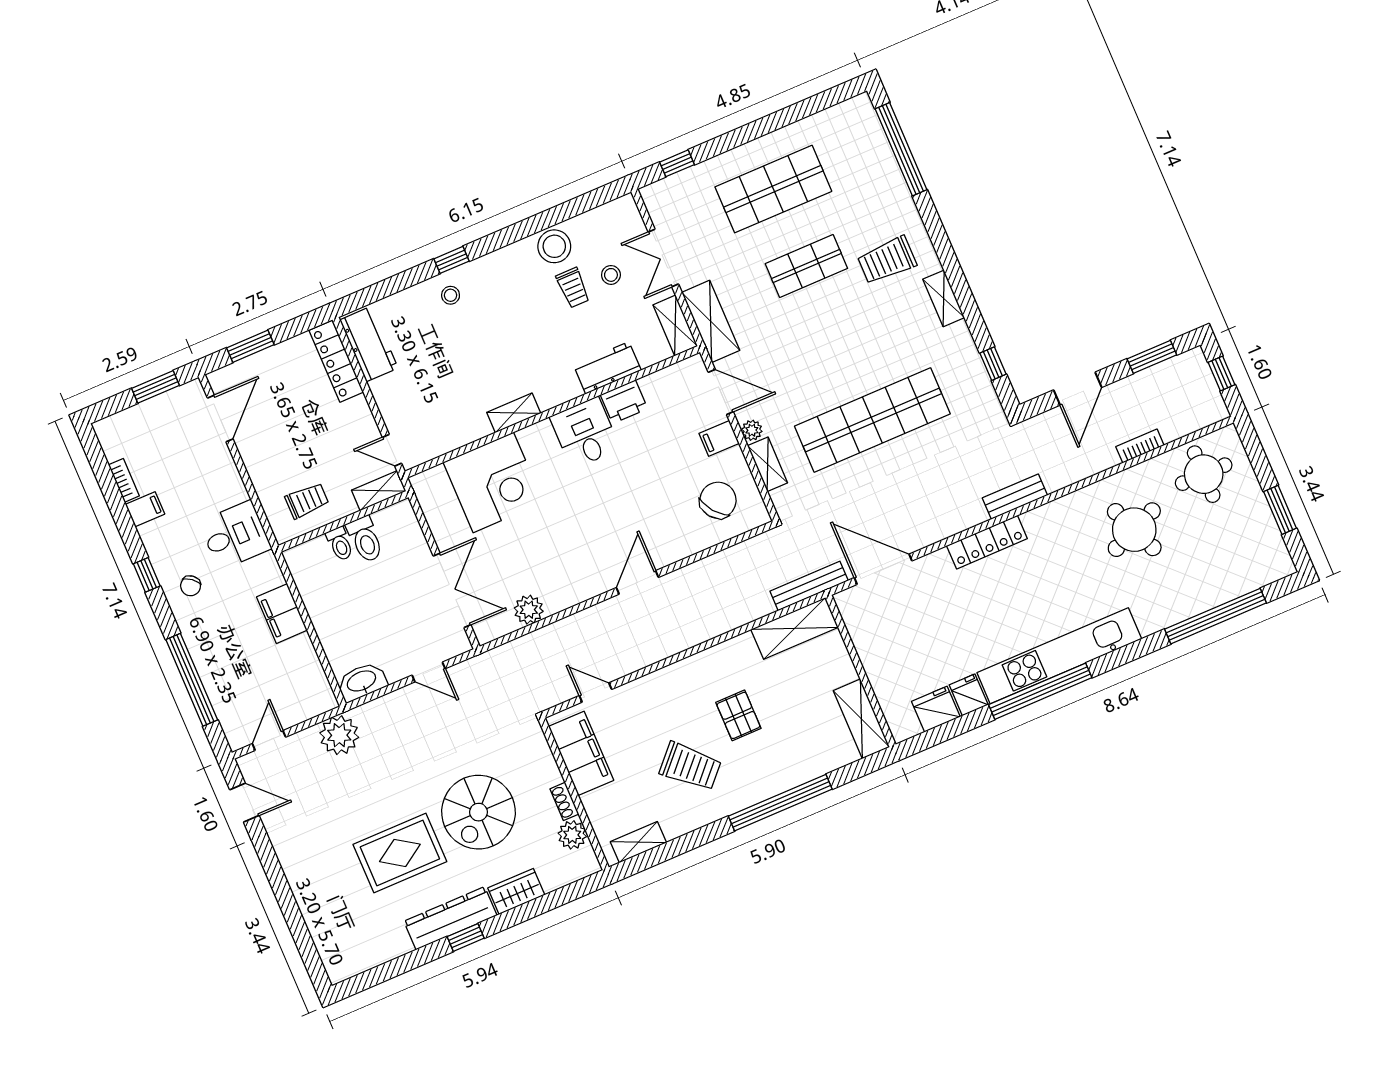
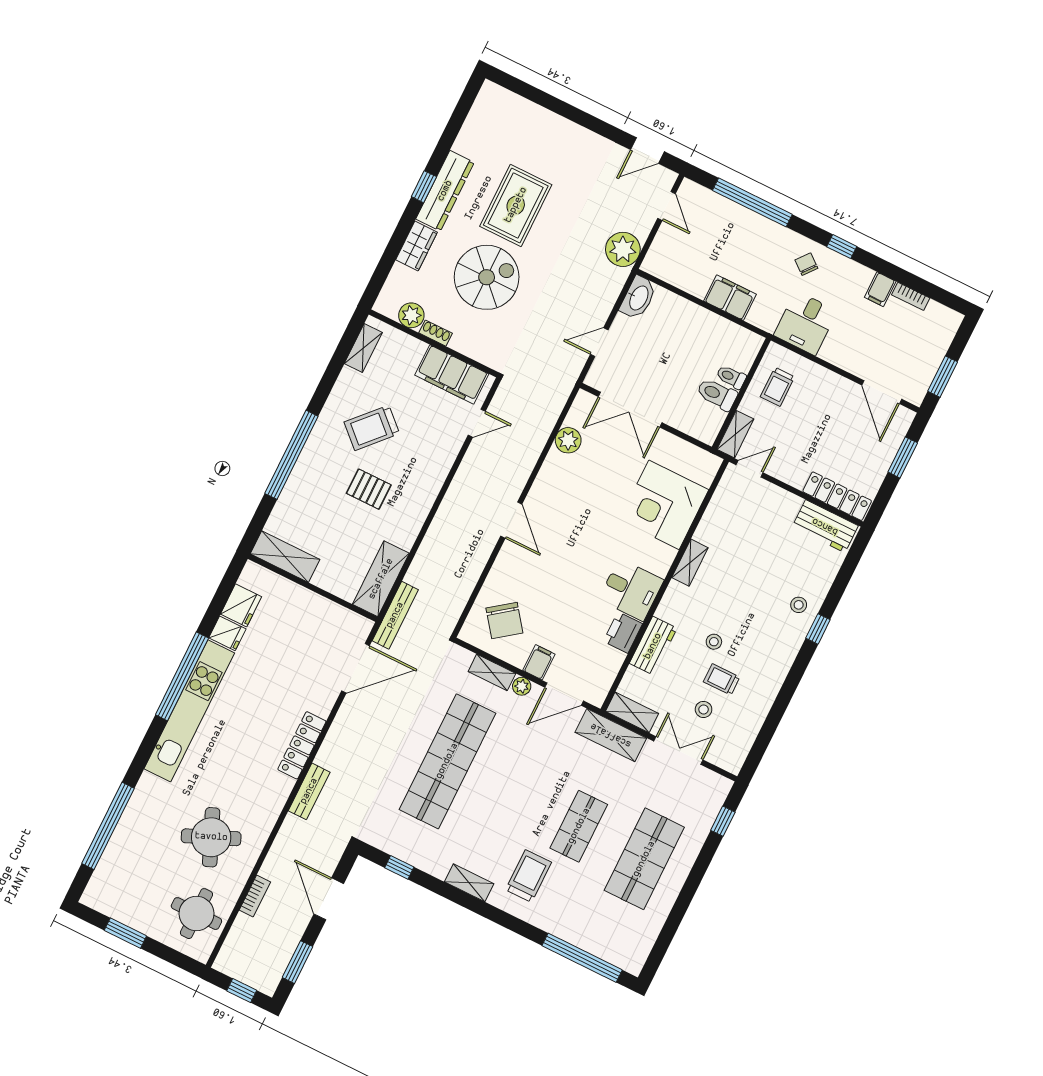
stool: (554, 246) -> (714, 642), moved, width x0.53, depth x0.53
spiral stairs: (479, 812) -> (487, 277), turned 90

